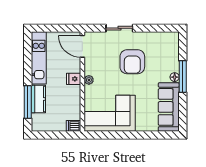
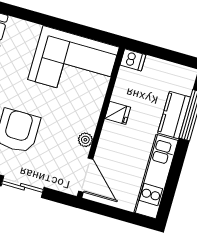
fridge: (74, 79) -> (118, 113), moved
plant: (89, 80) -> (85, 140), moved

